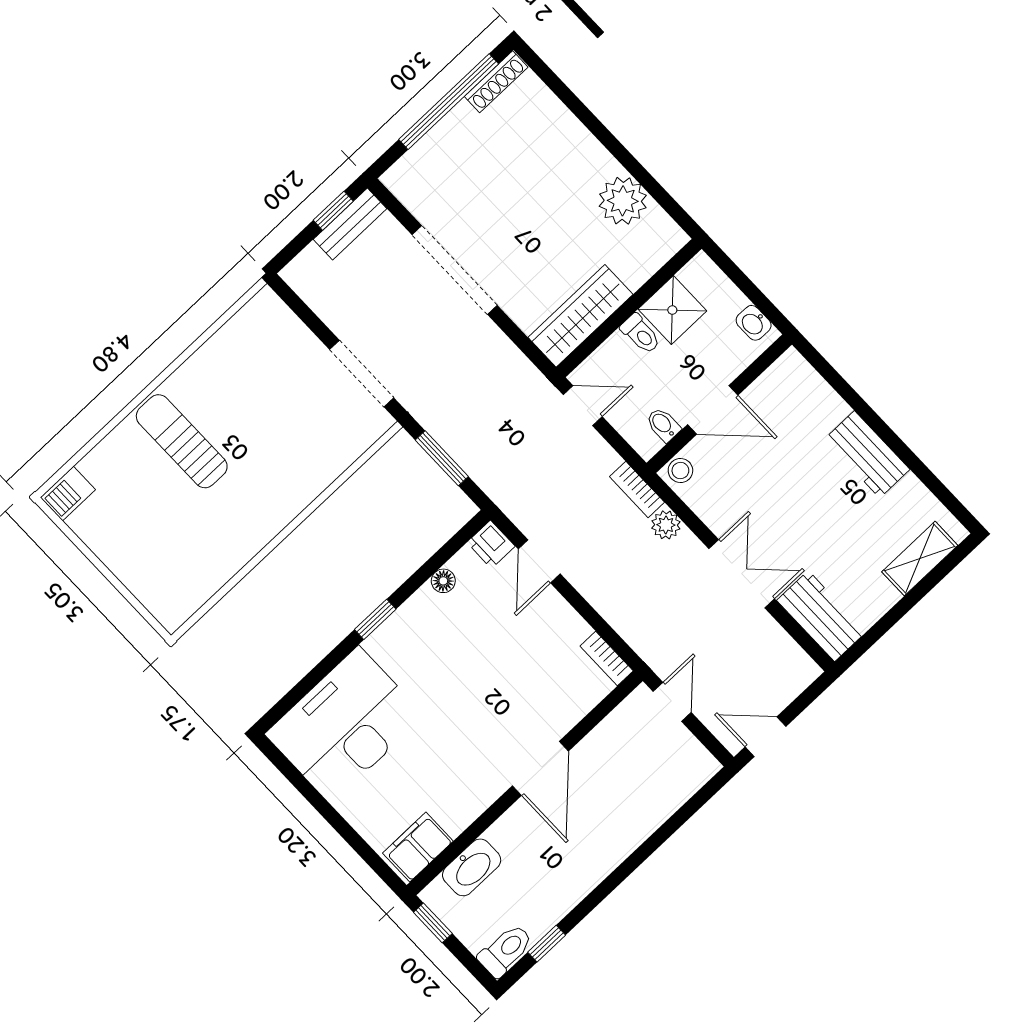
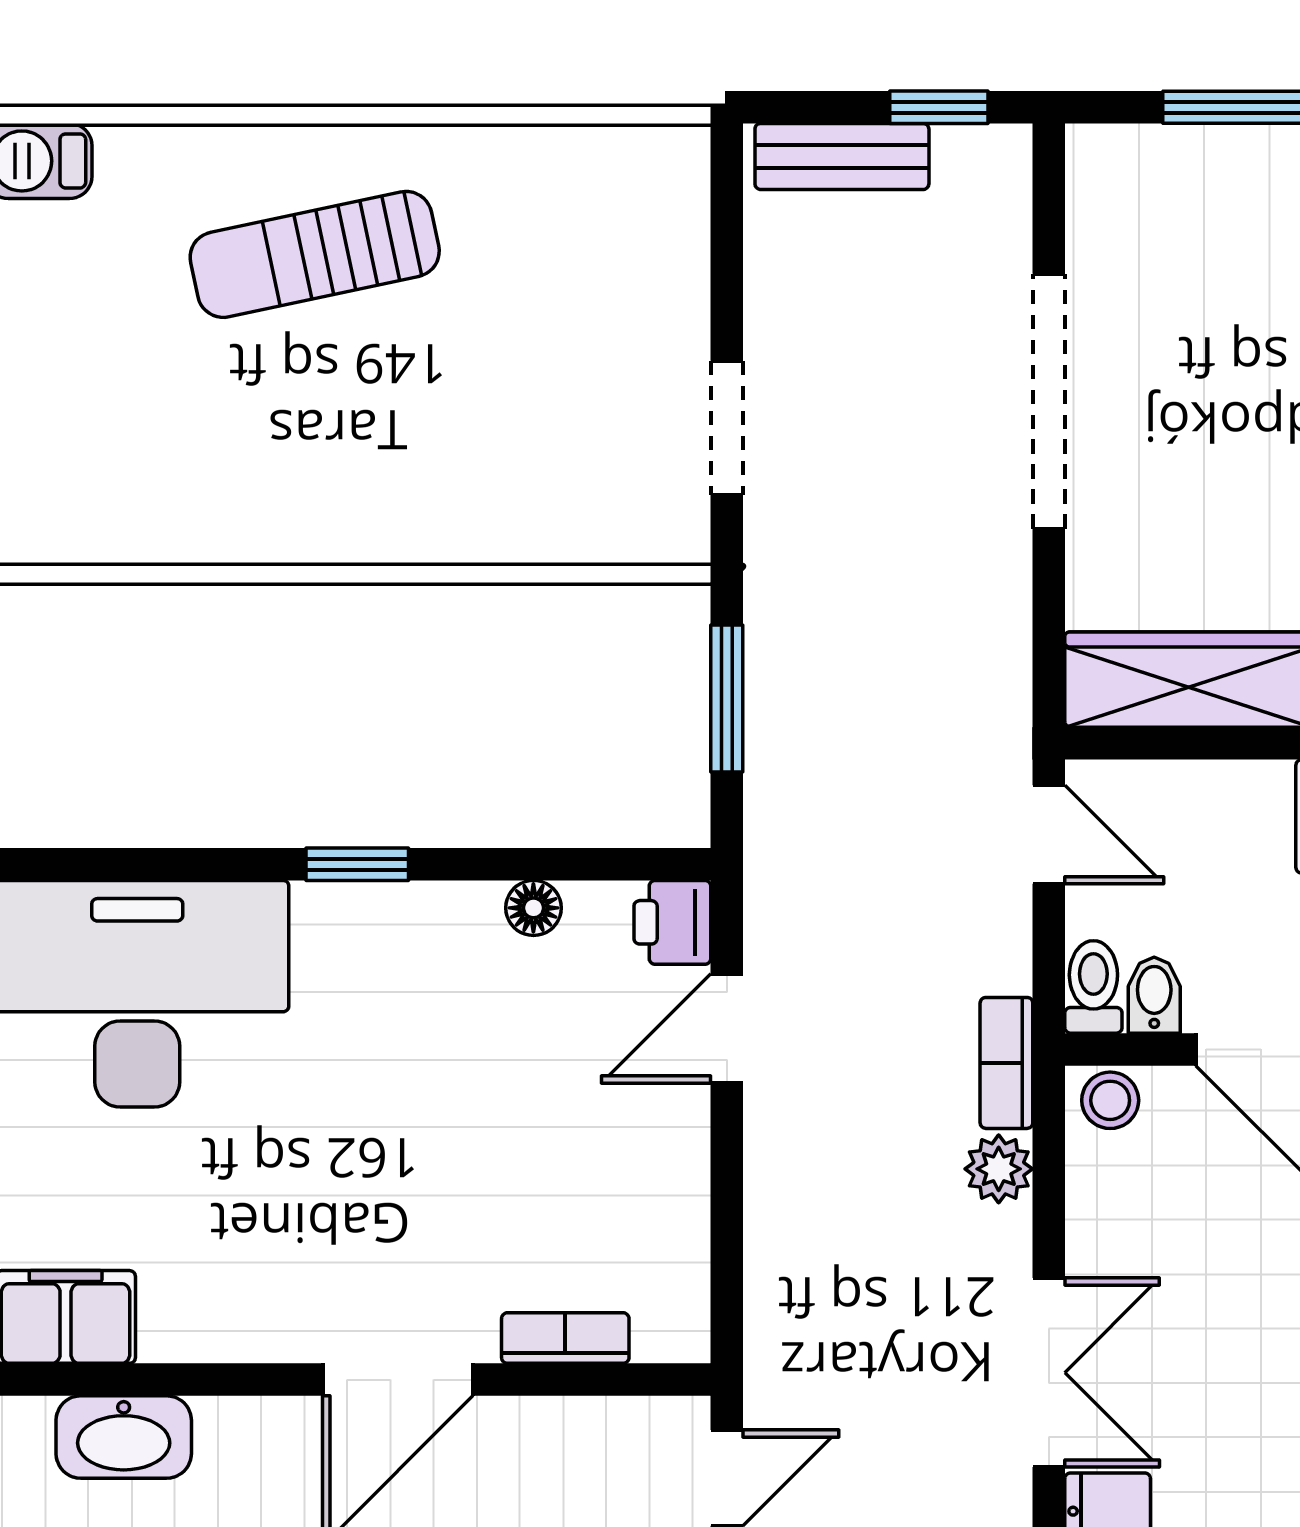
bench: (350, 224) -> (842, 156), moved
toilet: (641, 334) -> (1093, 987), moved, turned 180
doorway: (362, 374) -> (727, 428), width x0.73
sun lounger: (182, 441) -> (315, 254), turned -102
bookcase: (607, 659) -> (565, 1338), moved, turned 90

